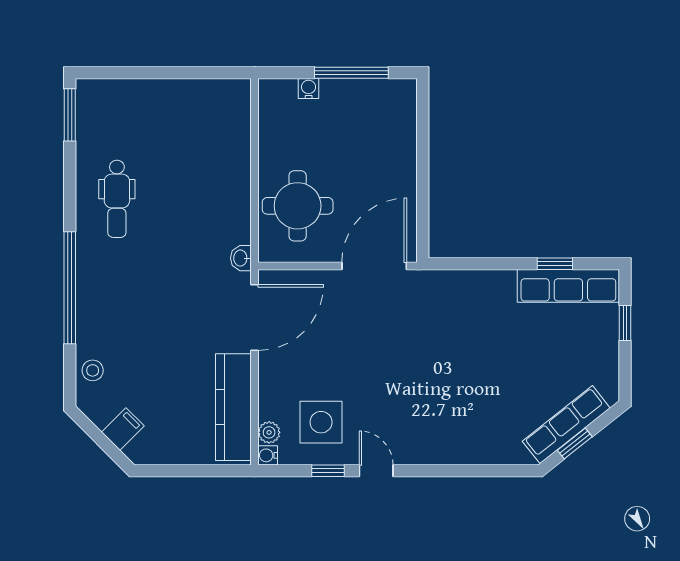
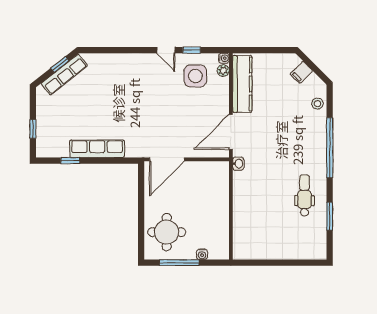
window: (70, 115) -> (330, 216), moved
round table: (298, 206) -> (167, 232), moved
row of seats: (568, 286) -> (97, 149), moved

